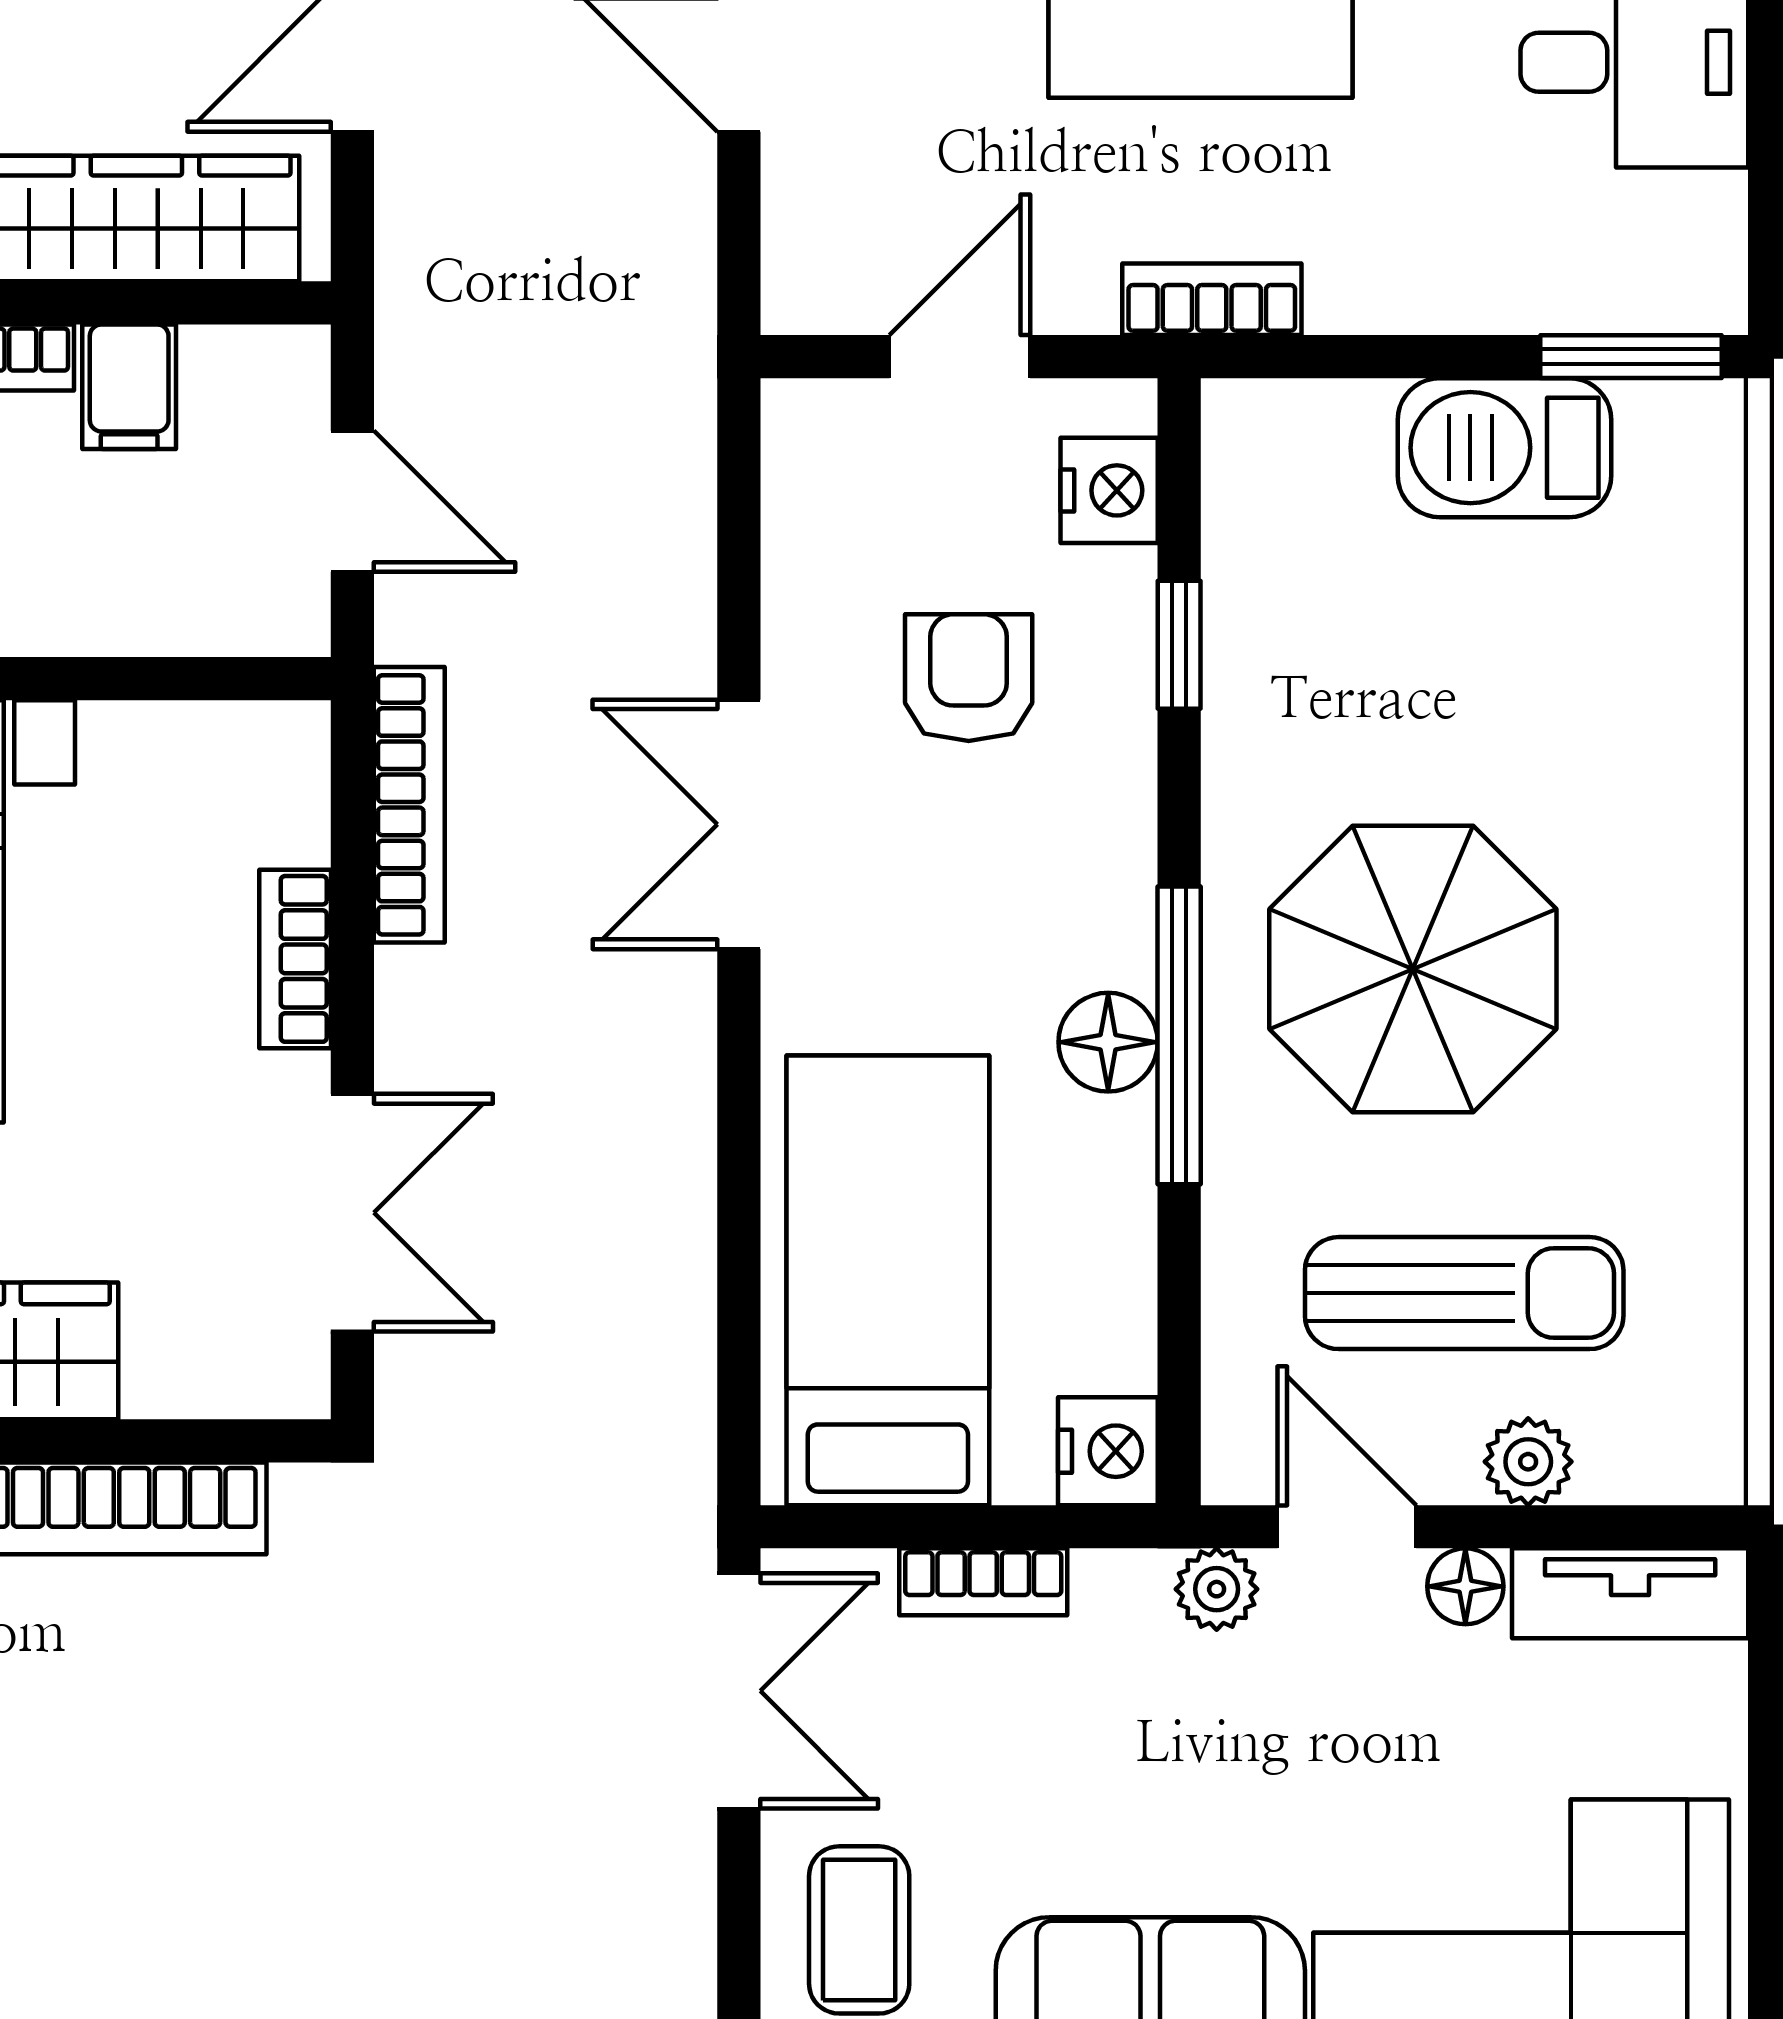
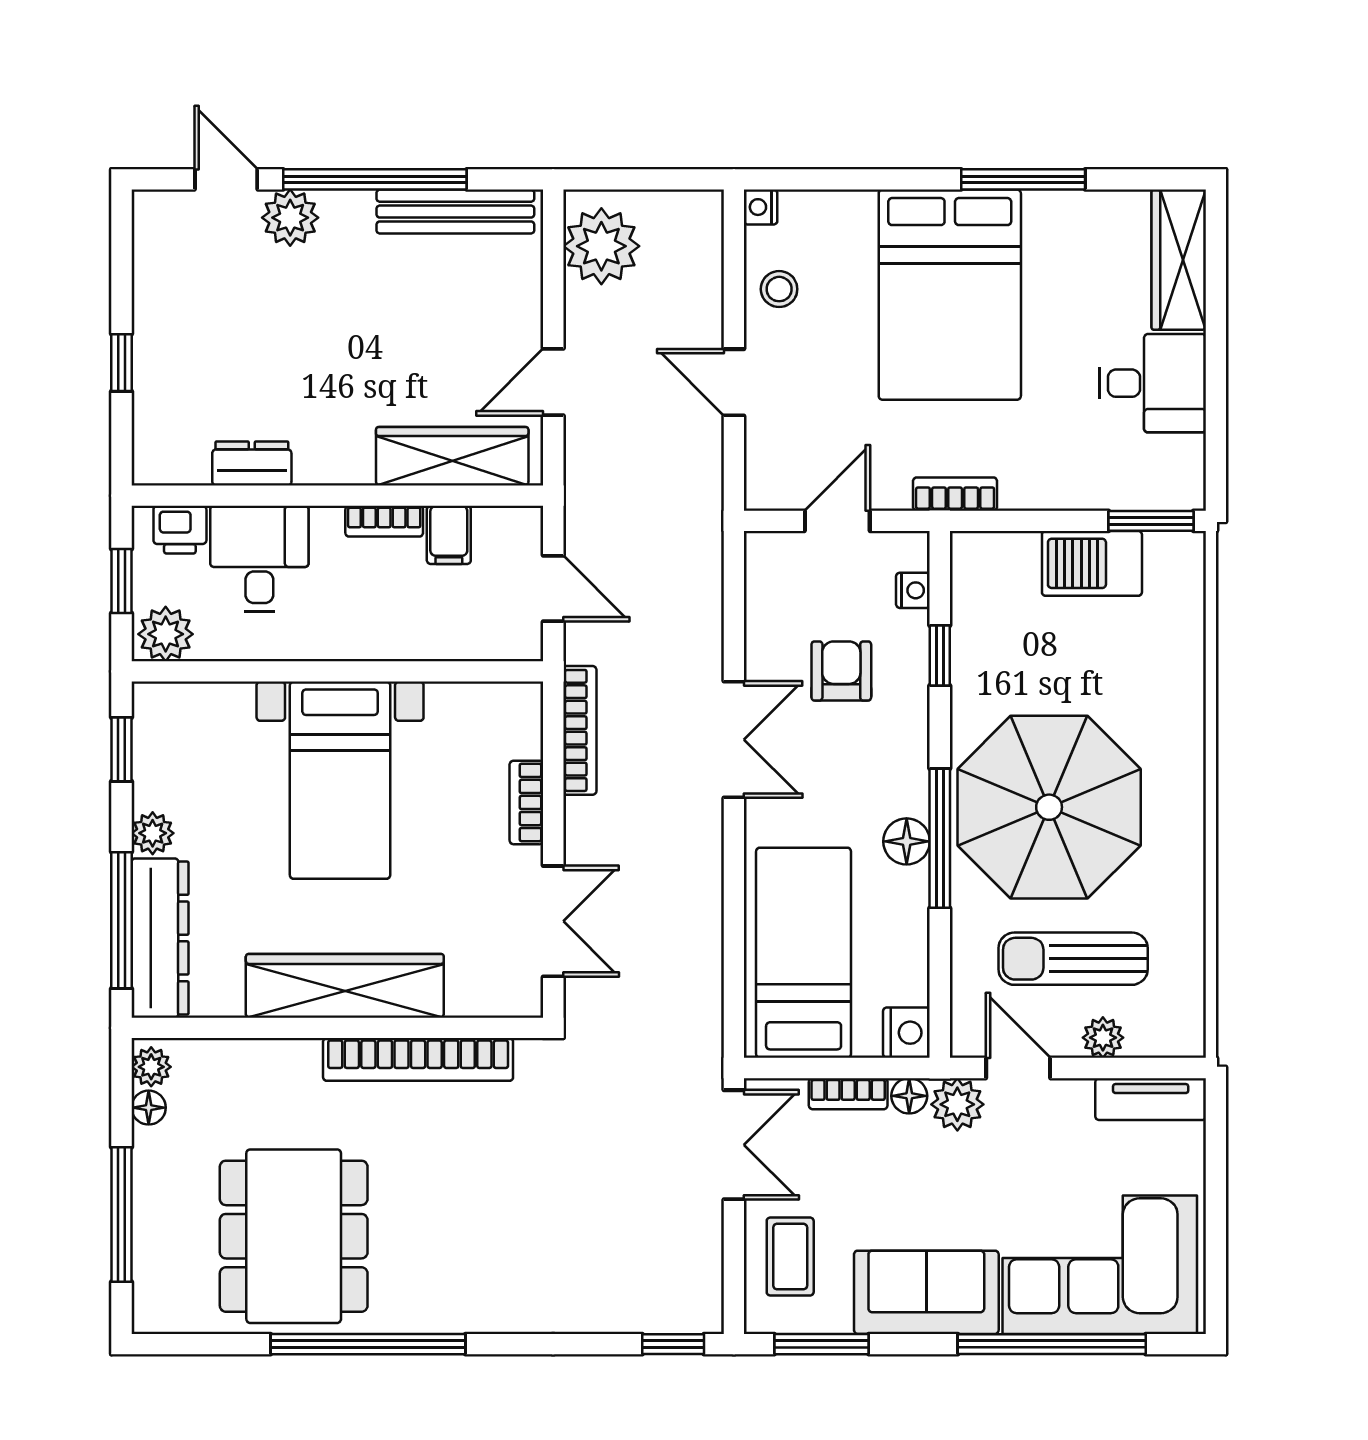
nightstand: (1109, 490) -> (913, 590), width x0.72, depth x0.74
double door: (739, 824) -> (734, 740), swing flipped
parasol: (1413, 969) -> (1049, 807), width x1.36, depth x1.36
sun lounger: (1464, 1293) -> (1073, 959), turned 180
floor lamp: (1465, 1586) -> (909, 1096), moved
plant: (1217, 1589) -> (957, 1104), width x1.38, depth x1.38

